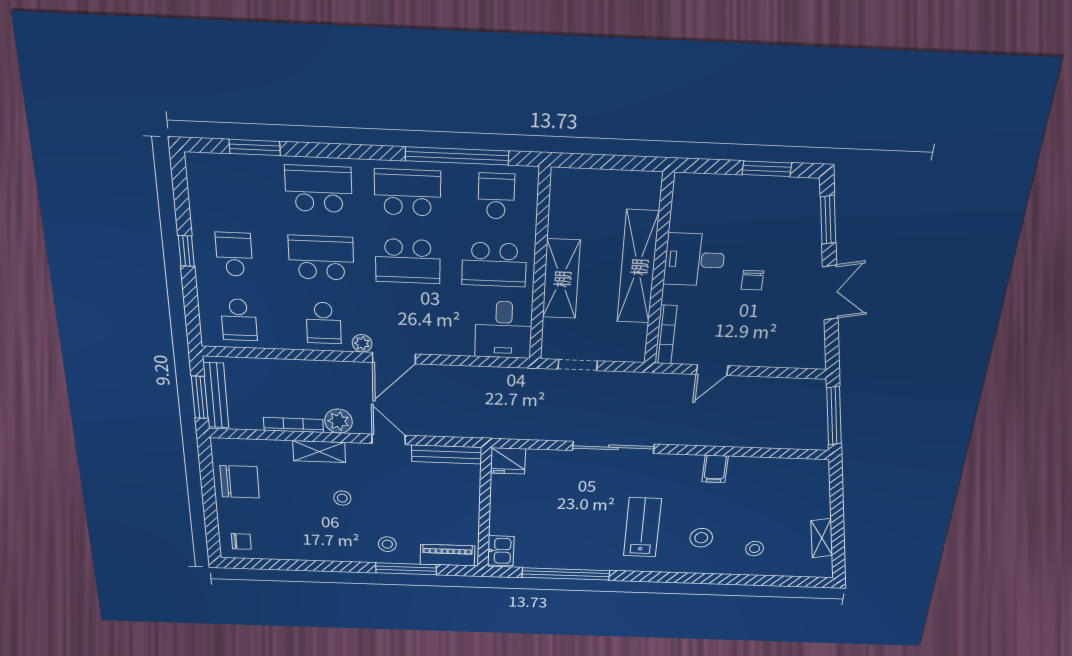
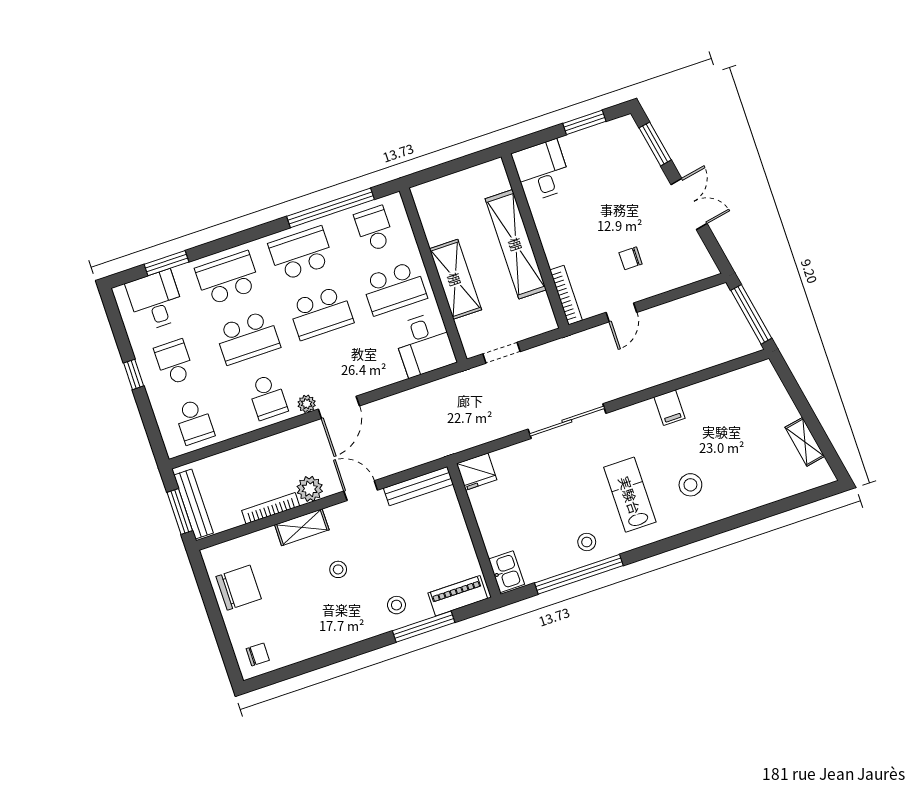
desk: (231, 183) -> (156, 300), added
school desk: (321, 258) -> (248, 338), turned 180
desk: (695, 260) -> (542, 171), moved, turned 90
chair: (752, 280) -> (631, 258), moved, turned 90
stool: (755, 549) -> (587, 542), moved

